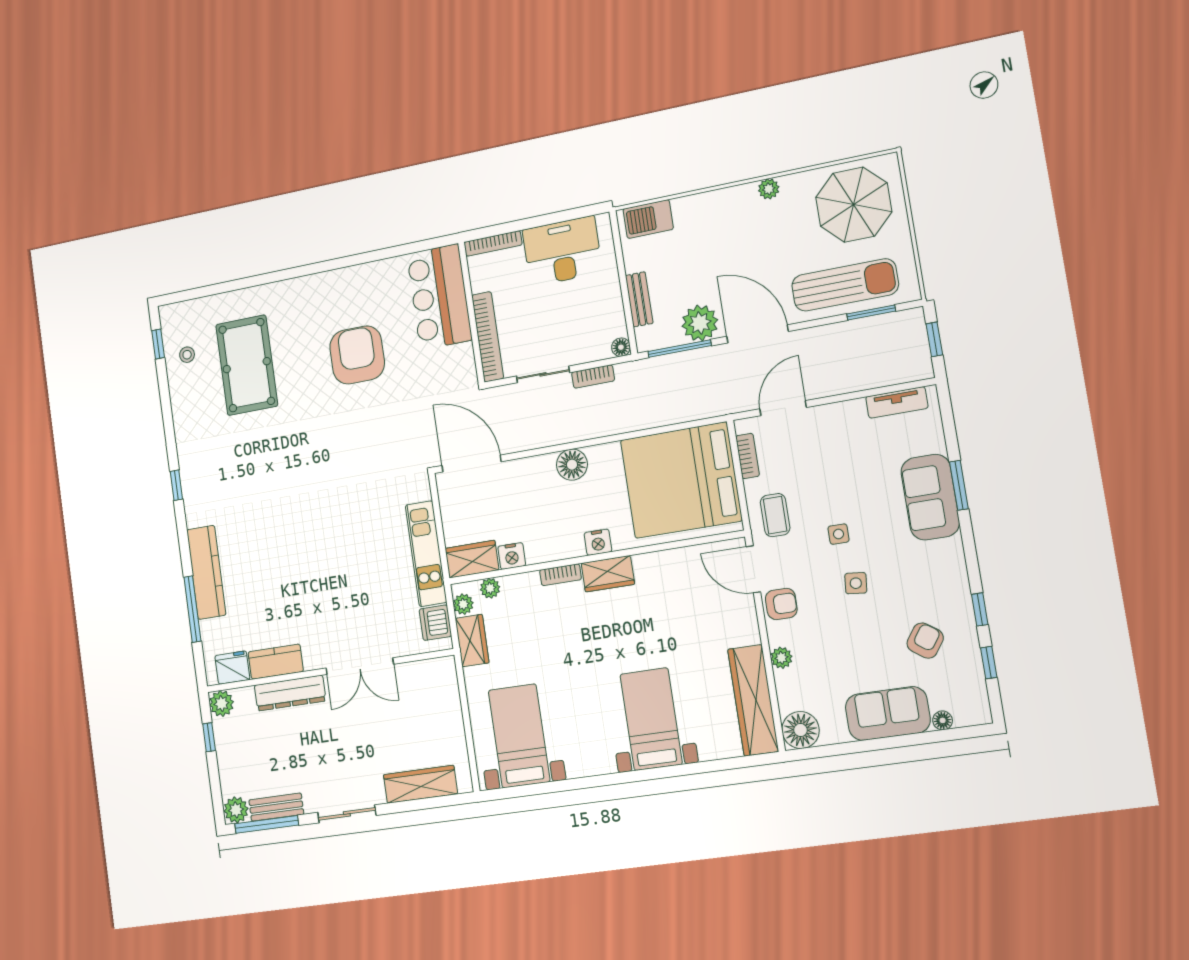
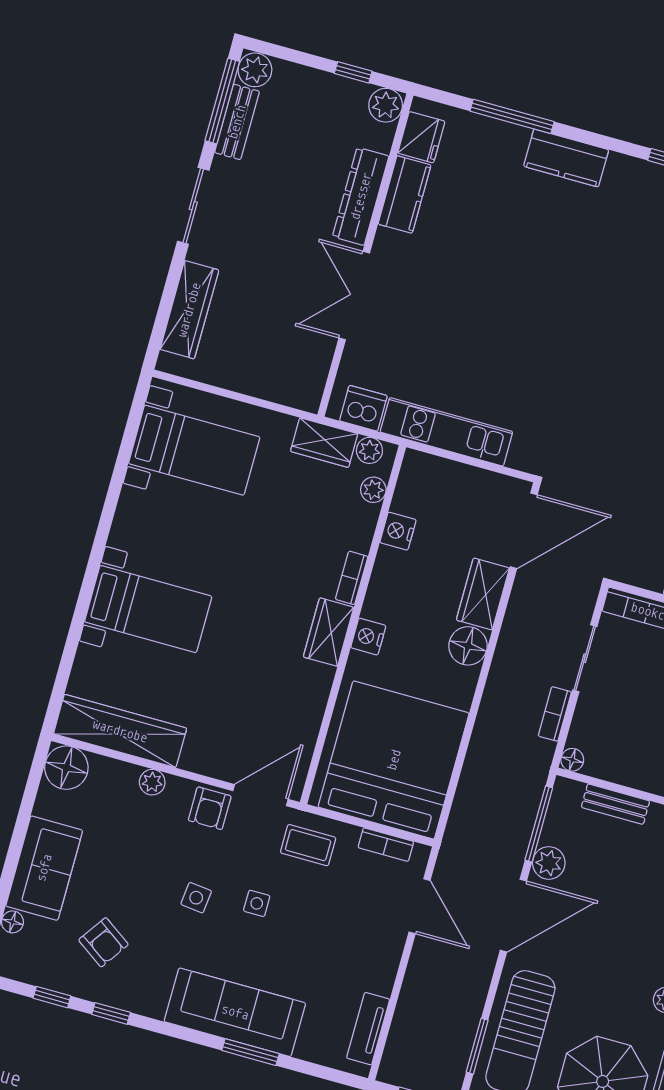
plant: (700, 323) -> (549, 863), width x0.73, depth x0.73
sofa: (930, 497) -> (235, 1012), width x1.36
wardrobe: (472, 559) -> (483, 594), moved, turned 180
kitchen counter: (206, 572) -> (566, 158), width x0.67

